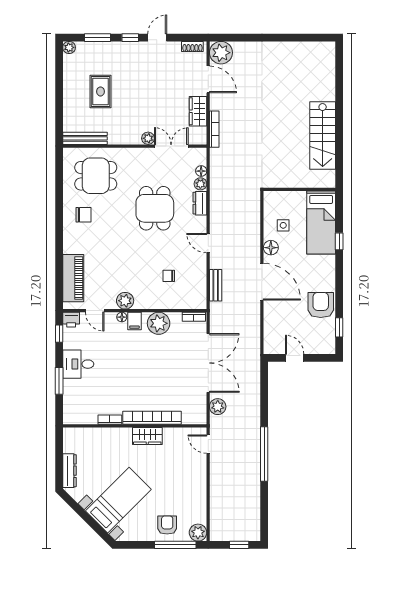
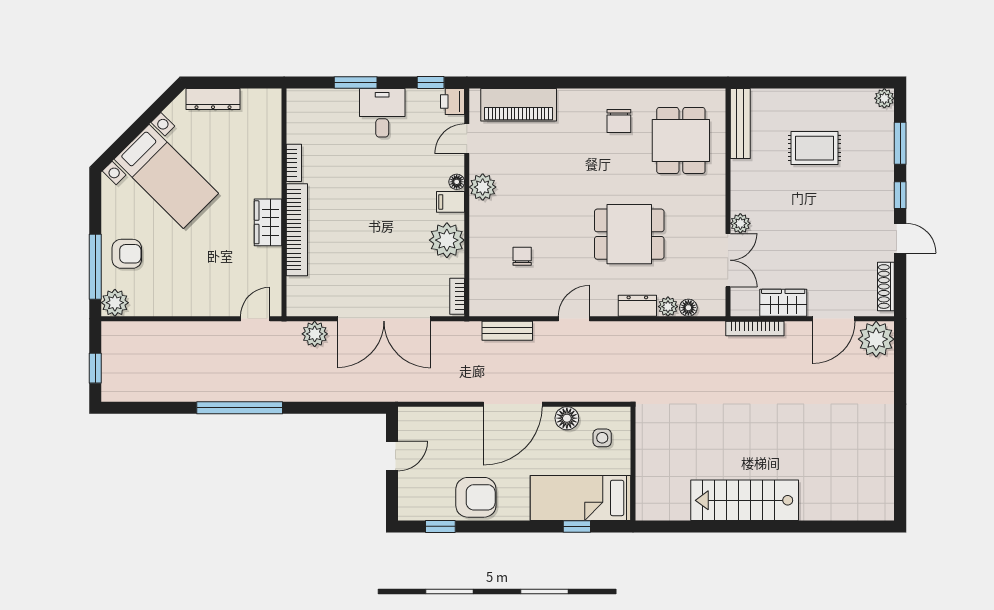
shoe rack: (192, 47) -> (886, 287), width x1.43
wall: (299, 189) -> (633, 464), moved
bed: (321, 223) -> (580, 498), moved

